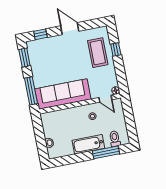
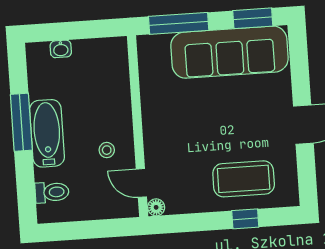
window: (40, 34) -> (299, 60), removed
sofa: (63, 94) -> (229, 52), moved, turned 90
door: (105, 99) -> (141, 183), hinge flipped
window: (106, 152) -> (21, 122), moved

